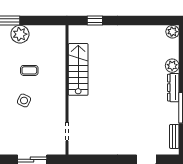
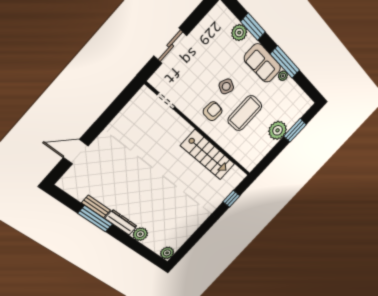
coffee table: (29, 70) -> (245, 113), width x1.86, depth x1.72
armchair: (47, 94) -> (213, 111), added
bench: (174, 136) -> (96, 206), moved

